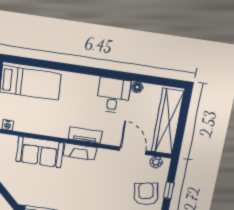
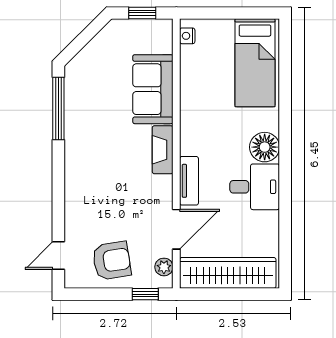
floor lamp: (137, 87) -> (265, 147), moved, width x1.89, depth x1.89
tv unit: (85, 135) -> (189, 181), moved
window: (169, 190) -> (145, 294), moved

